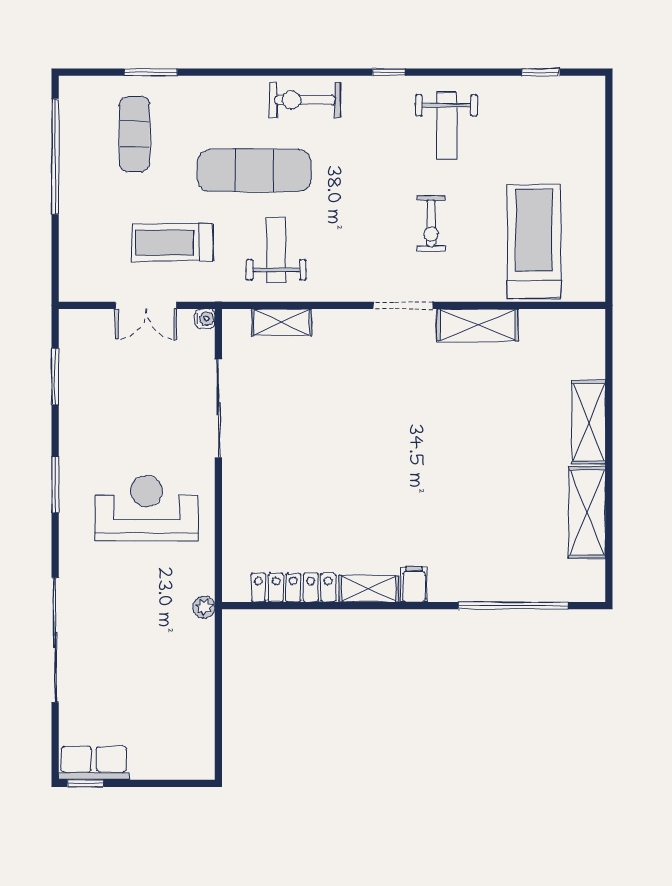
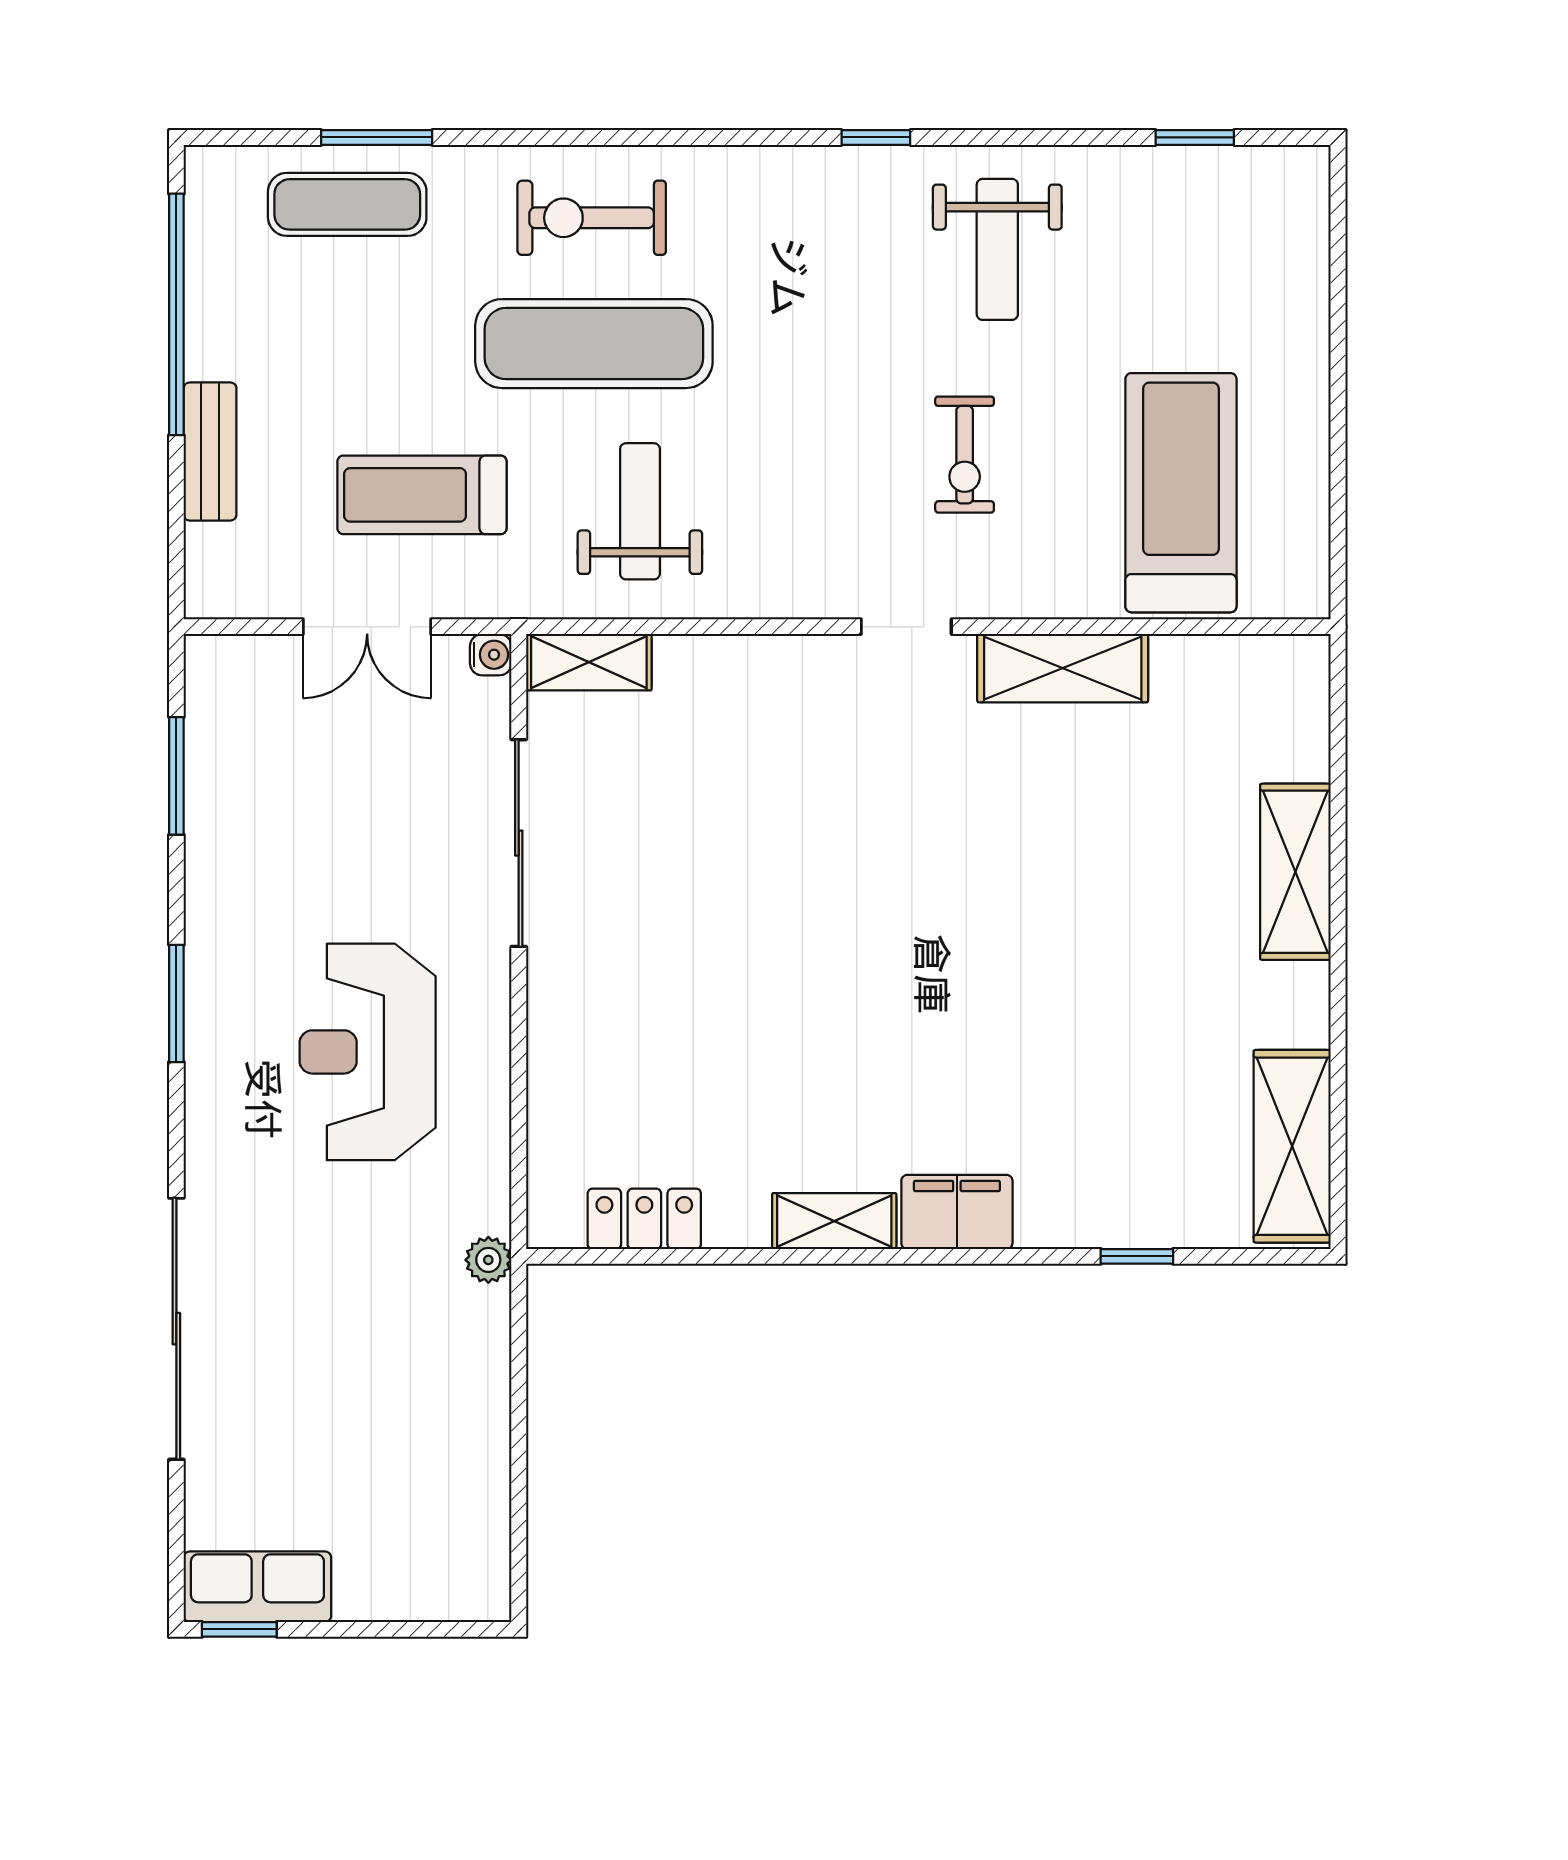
exercise bike: (305, 100) -> (592, 218), moved
exercise mat: (135, 134) -> (347, 204), moved, turned 90
bench: (71, 222) -> (210, 452), added
doorway: (403, 305) -> (906, 627), width x0.73
shelving: (282, 322) -> (589, 662), moved
reception desk: (146, 508) -> (368, 1052), turned -90
shelving: (587, 513) -> (1292, 1146), moved
filing cabinet: (414, 584) -> (957, 1212), width x2.00
locker: (293, 588) -> (644, 1219), width x0.66
window: (513, 606) -> (1137, 1256), width x0.32

